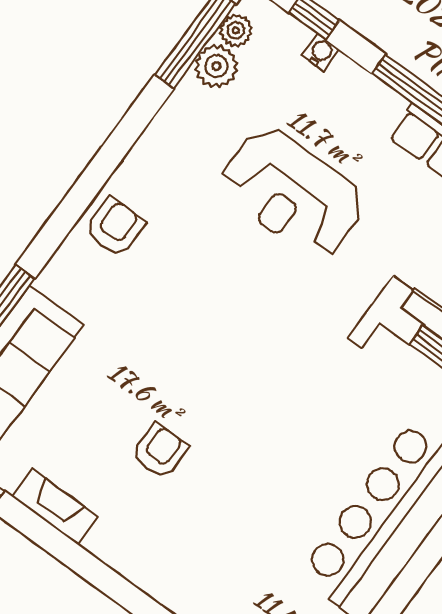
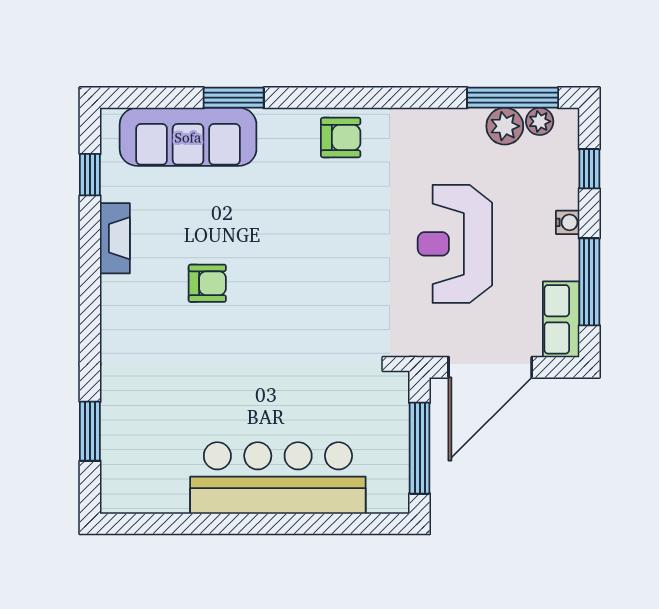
water cooler: (321, 52) -> (568, 222), moved

